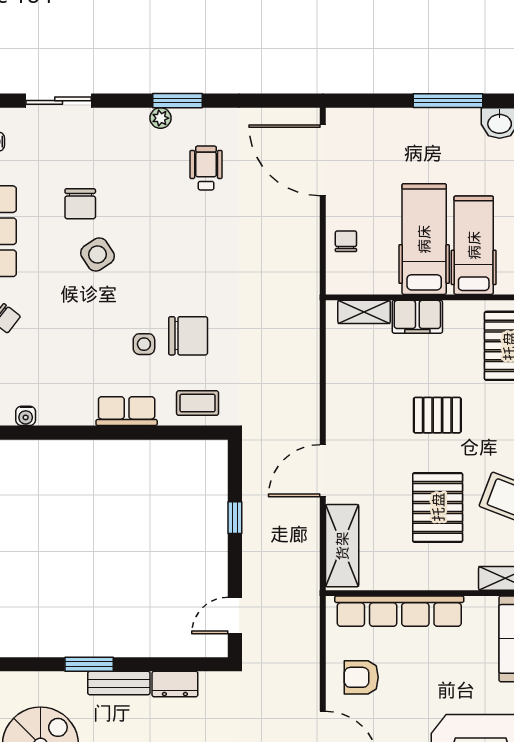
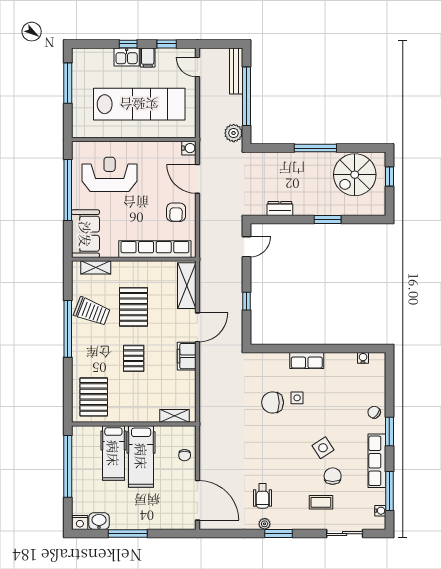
plant: (160, 118) -> (265, 524), moved
filing cabinet: (417, 317) -> (187, 356), moved, turned -90
coffee table: (198, 403) -> (321, 502), moved
pallet: (437, 415) -> (134, 358), turned 90
armchair: (361, 677) -> (176, 212), turned 91
bench: (119, 683) -> (311, 209), removed

